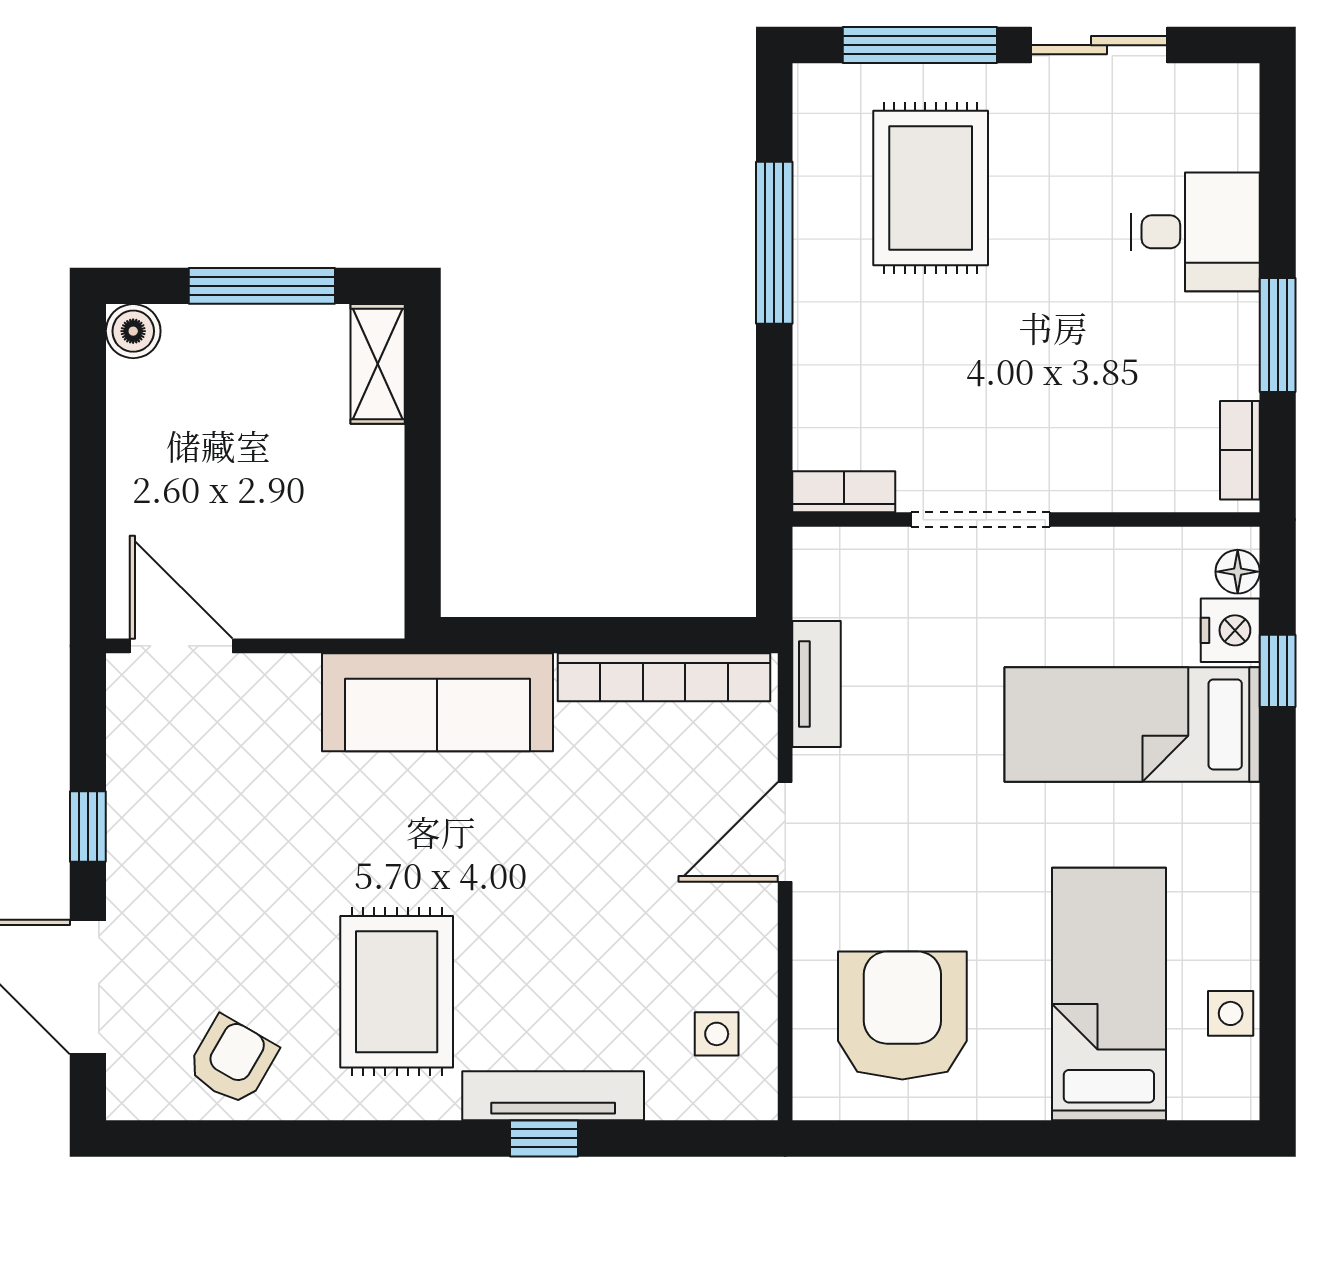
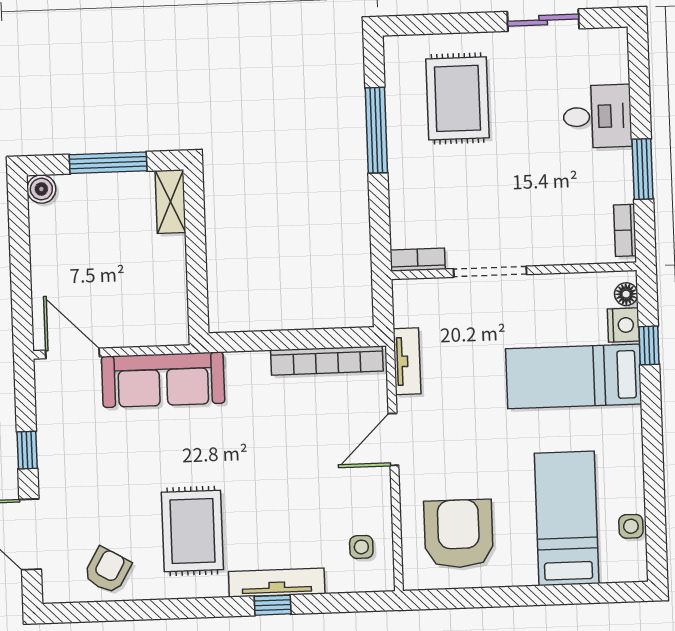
window: (920, 45) -> (449, 24), removed
sofa: (437, 702) -> (163, 380), moved

